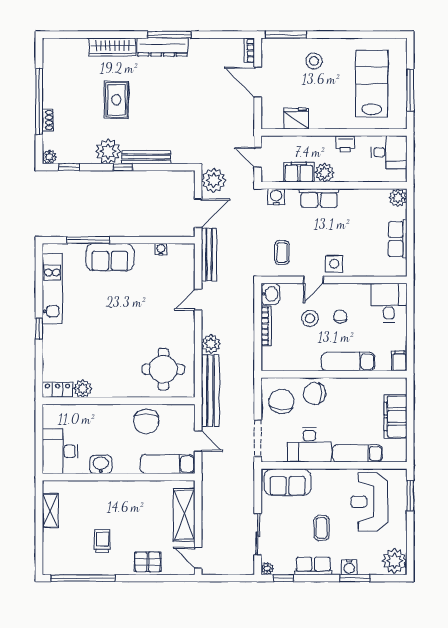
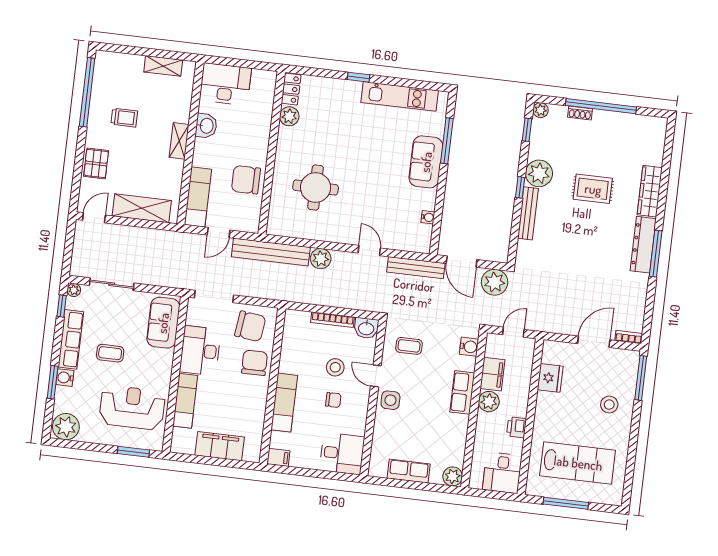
round table: (163, 369) -> (316, 187), moved
shelving: (118, 488) -> (179, 141), added
row of seats: (313, 566) -> (71, 339), width x1.48

